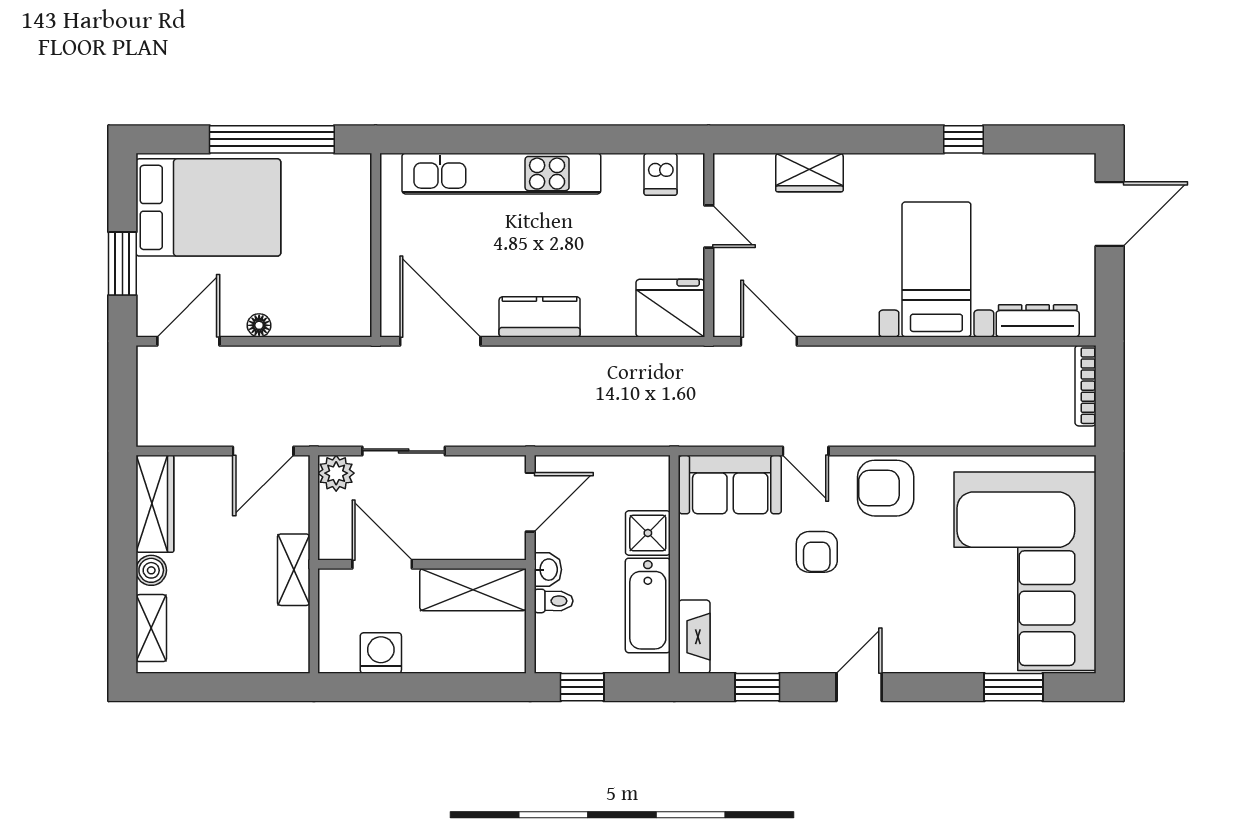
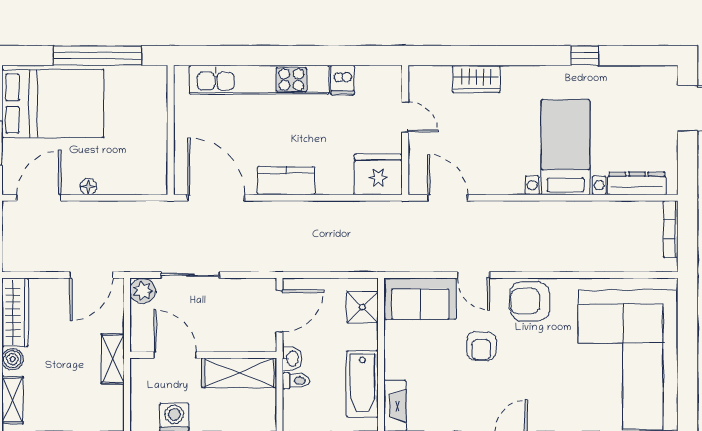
dishwasher: (661, 174) -> (343, 80), moved
shower: (648, 533) -> (362, 307), moved

